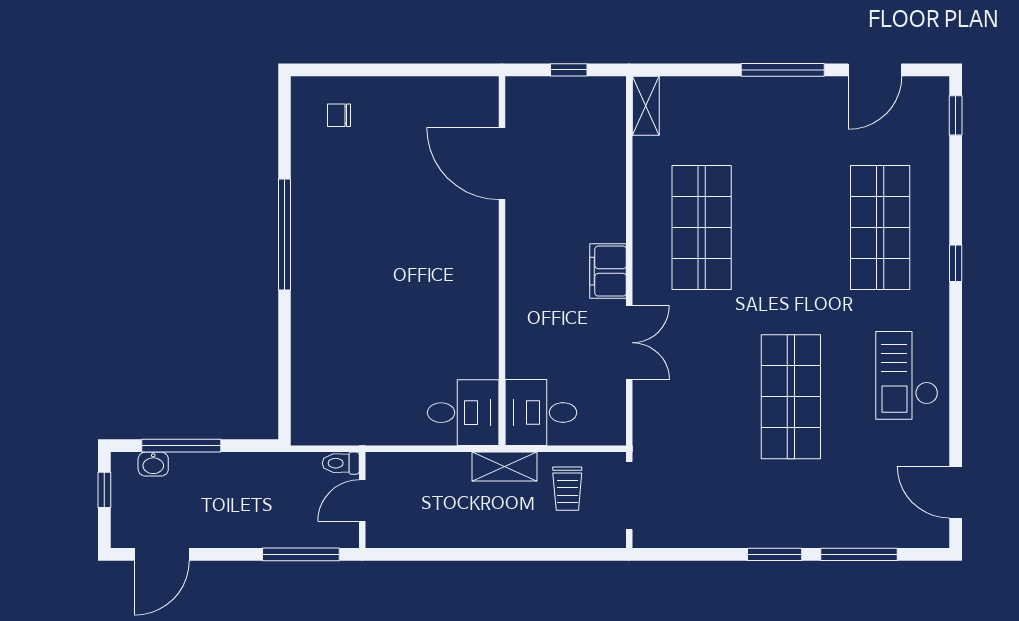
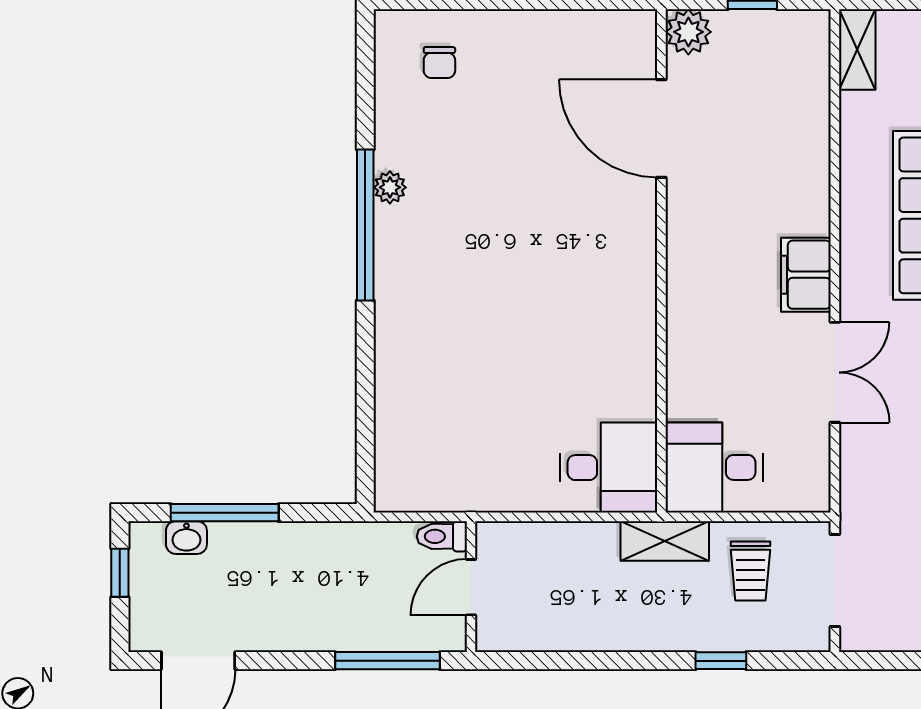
plant: (522, 93) -> (688, 32), added
chair: (339, 115) -> (439, 63), turned -90
plant: (303, 207) -> (390, 187), added
window: (546, 554) -> (721, 661), added

